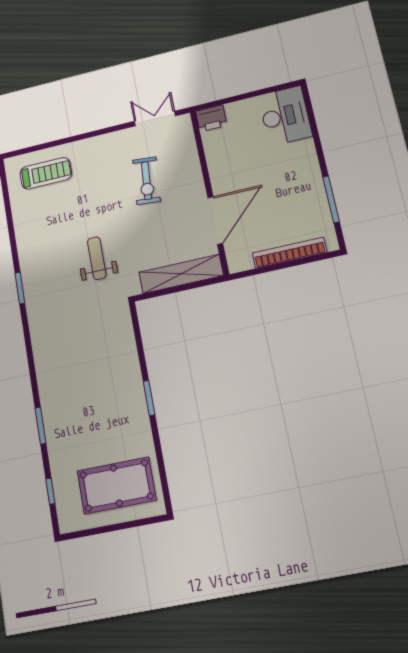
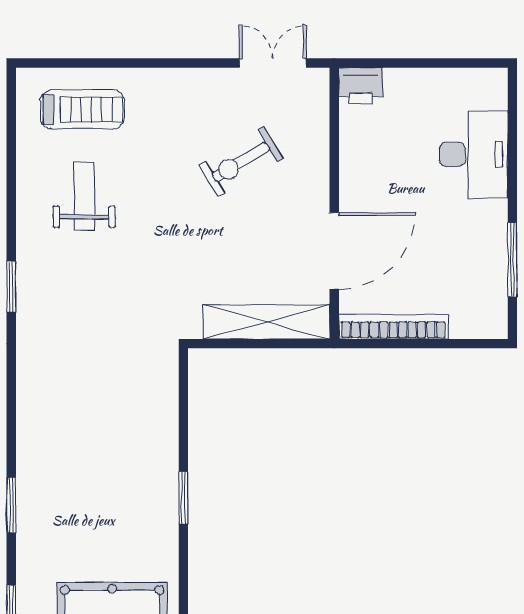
desk: (285, 116) -> (474, 154), moved
exercise bike: (146, 181) -> (241, 162), turned 54
bookcase: (289, 253) -> (393, 327), moved
weight bench: (97, 258) -> (84, 196), moved

